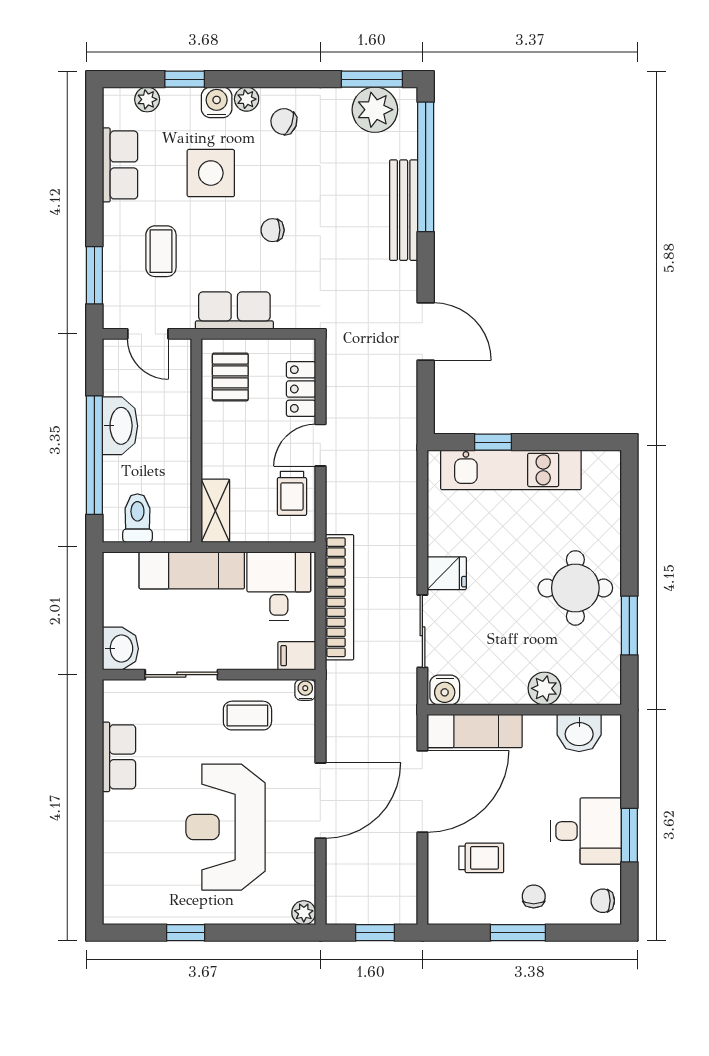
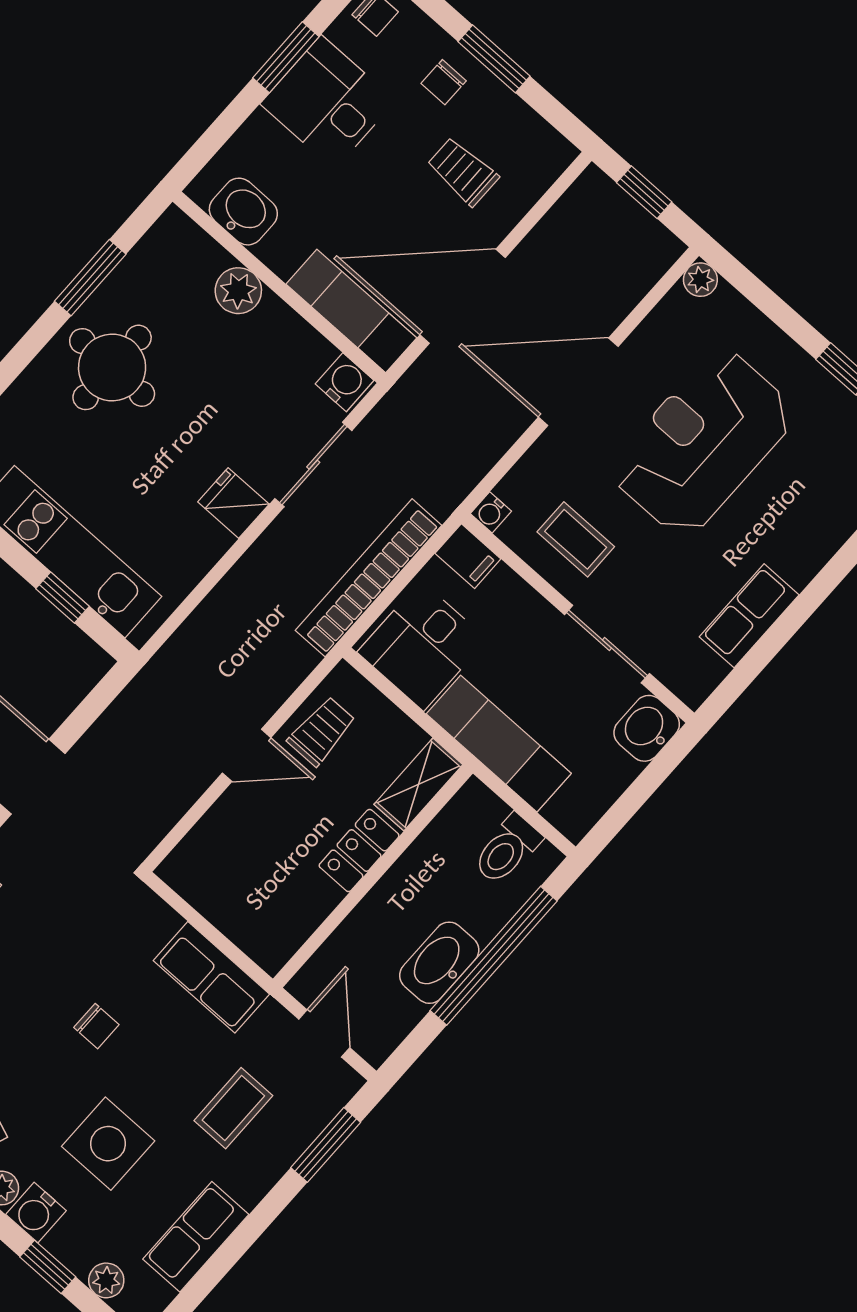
pallet: (230, 377) -> (278, 911), removed
locker: (301, 389) -> (359, 850), moved, turned 180
reception desk: (226, 827) -> (703, 443), turned 180

